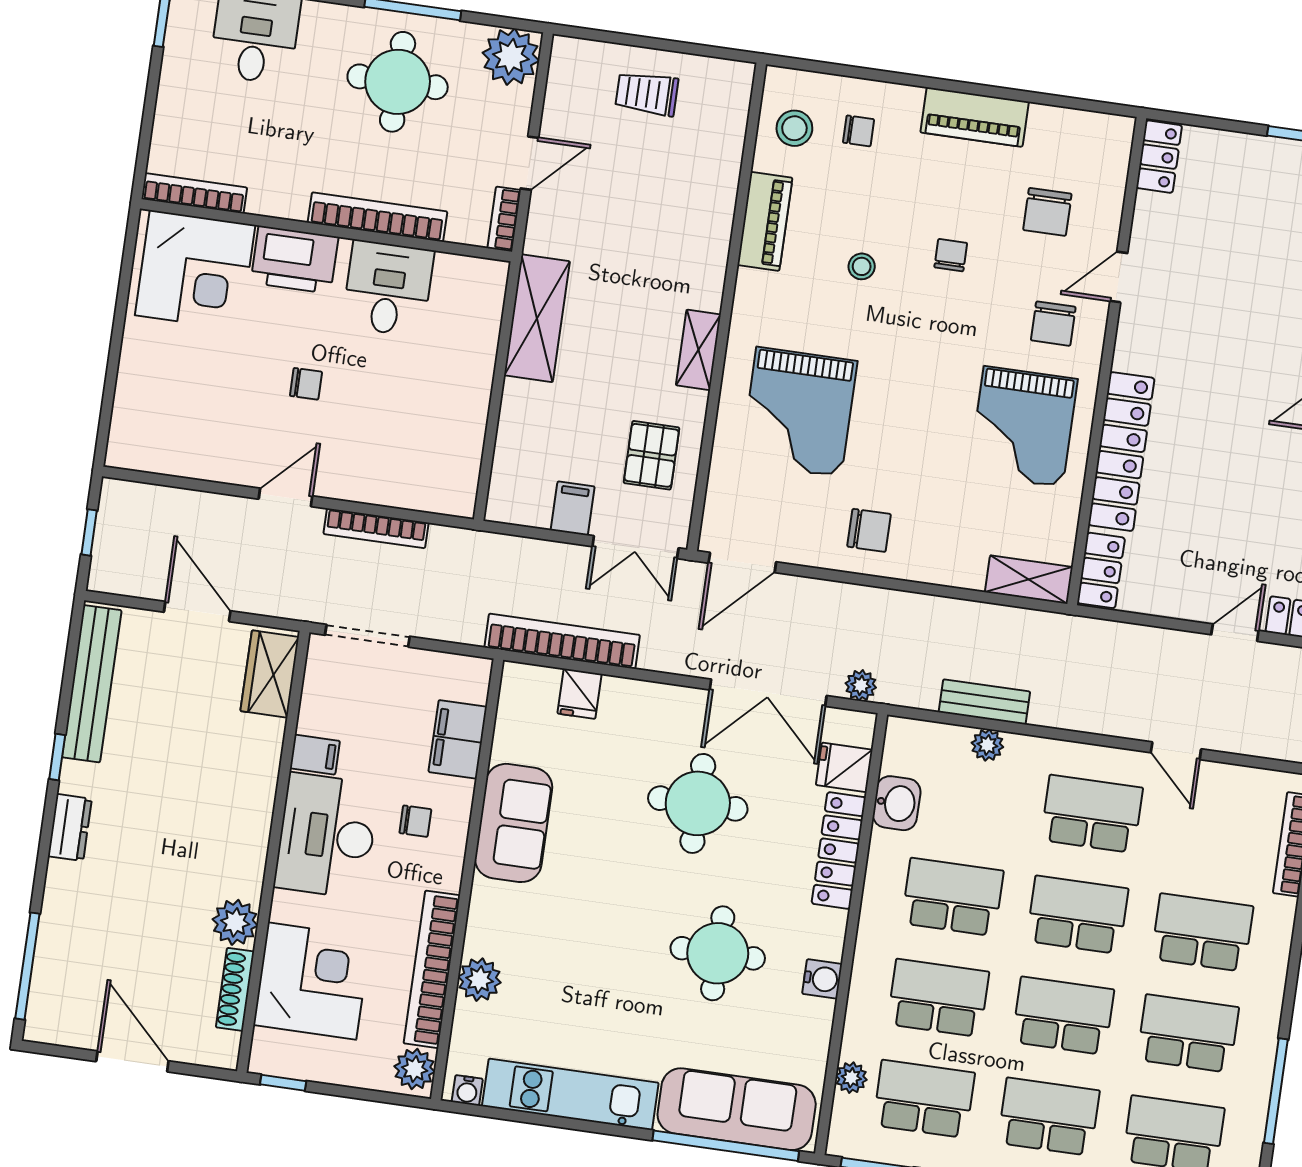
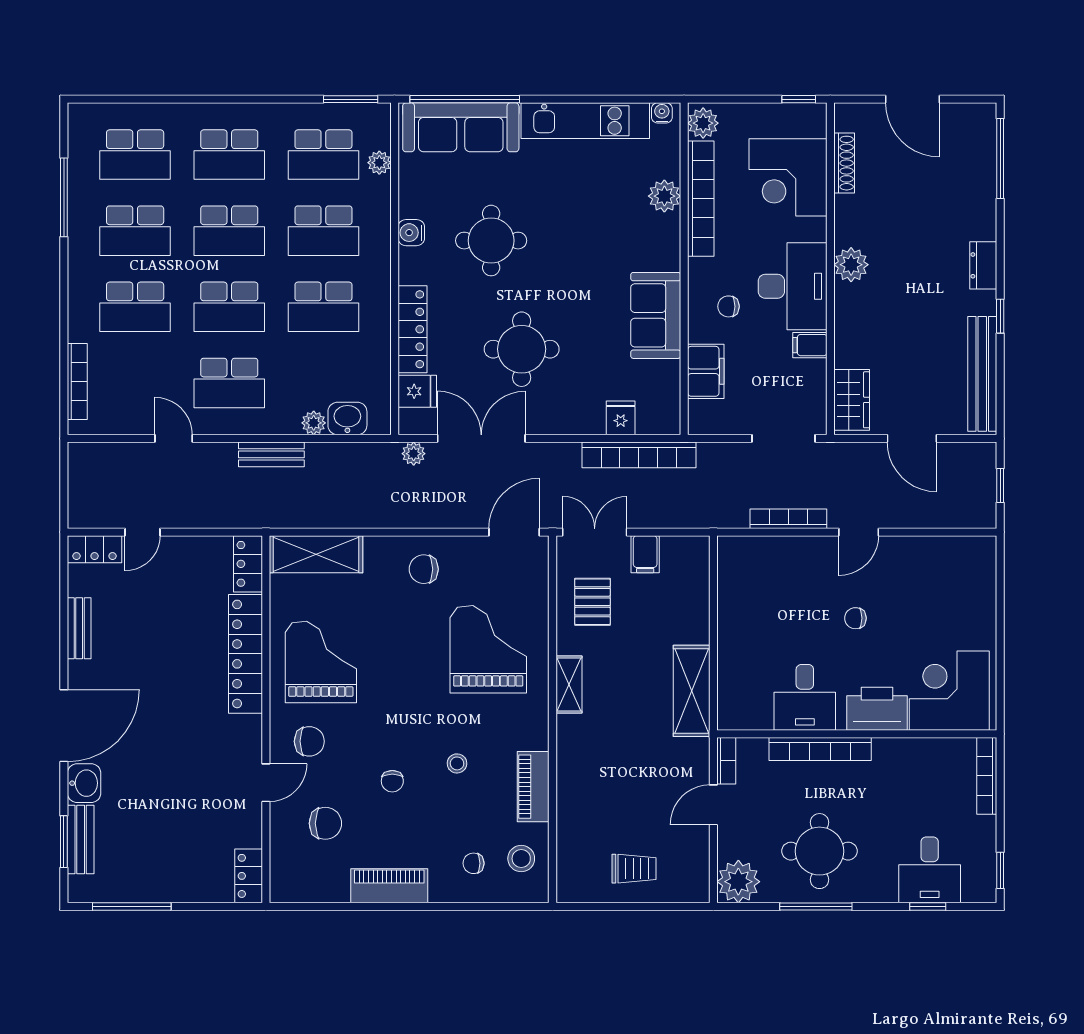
bookcase: (194, 193) -> (987, 776), moved, turned 90
chair: (1047, 212) -> (325, 823), turned 90
chair: (1053, 324) -> (309, 741), turned 90
shelving: (1029, 580) -> (316, 554), width x1.50, depth x1.33
bench: (984, 702) -> (271, 454), moved
washbasin: (897, 803) -> (347, 419), moved, turned 90
plant: (235, 922) -> (851, 265), moved

